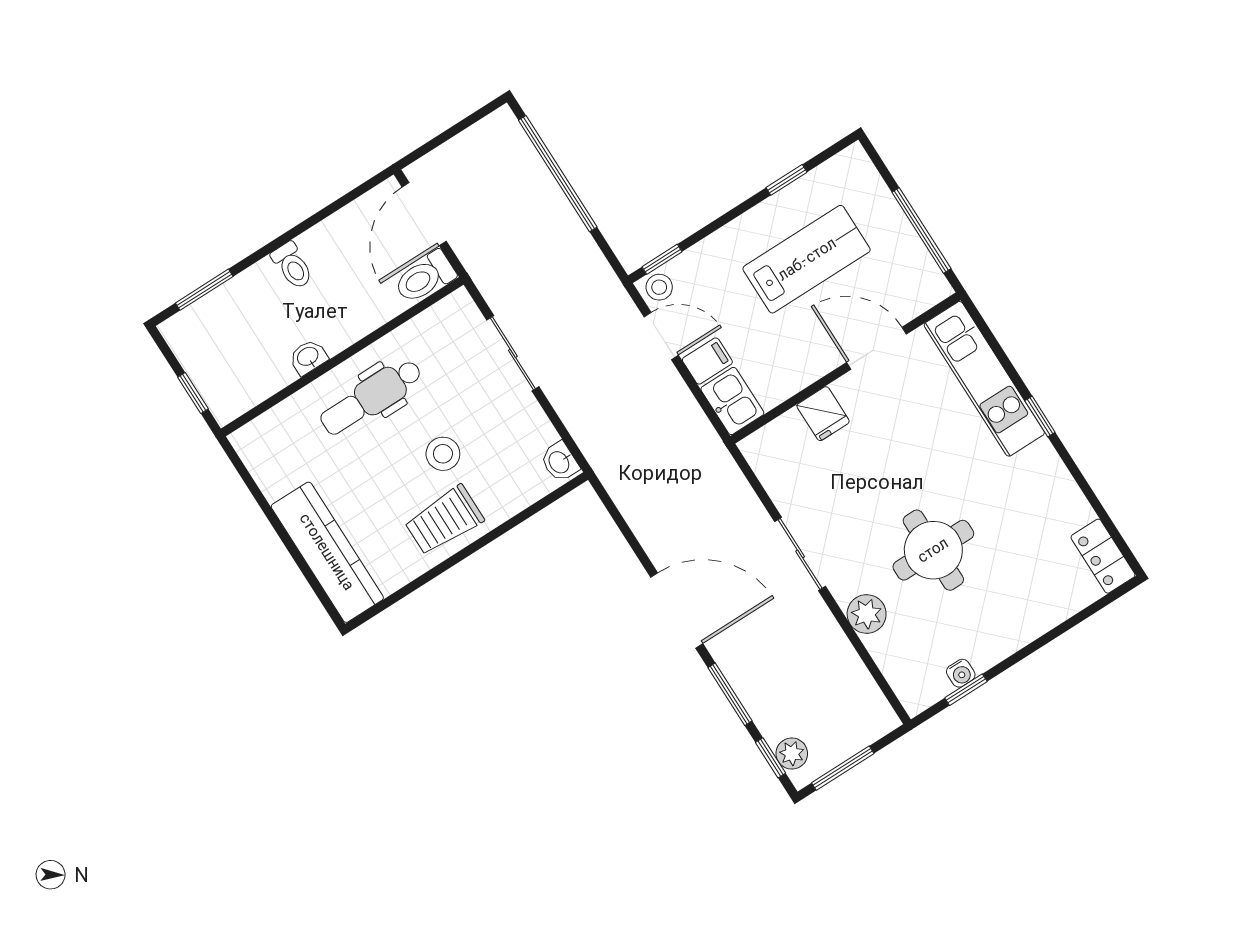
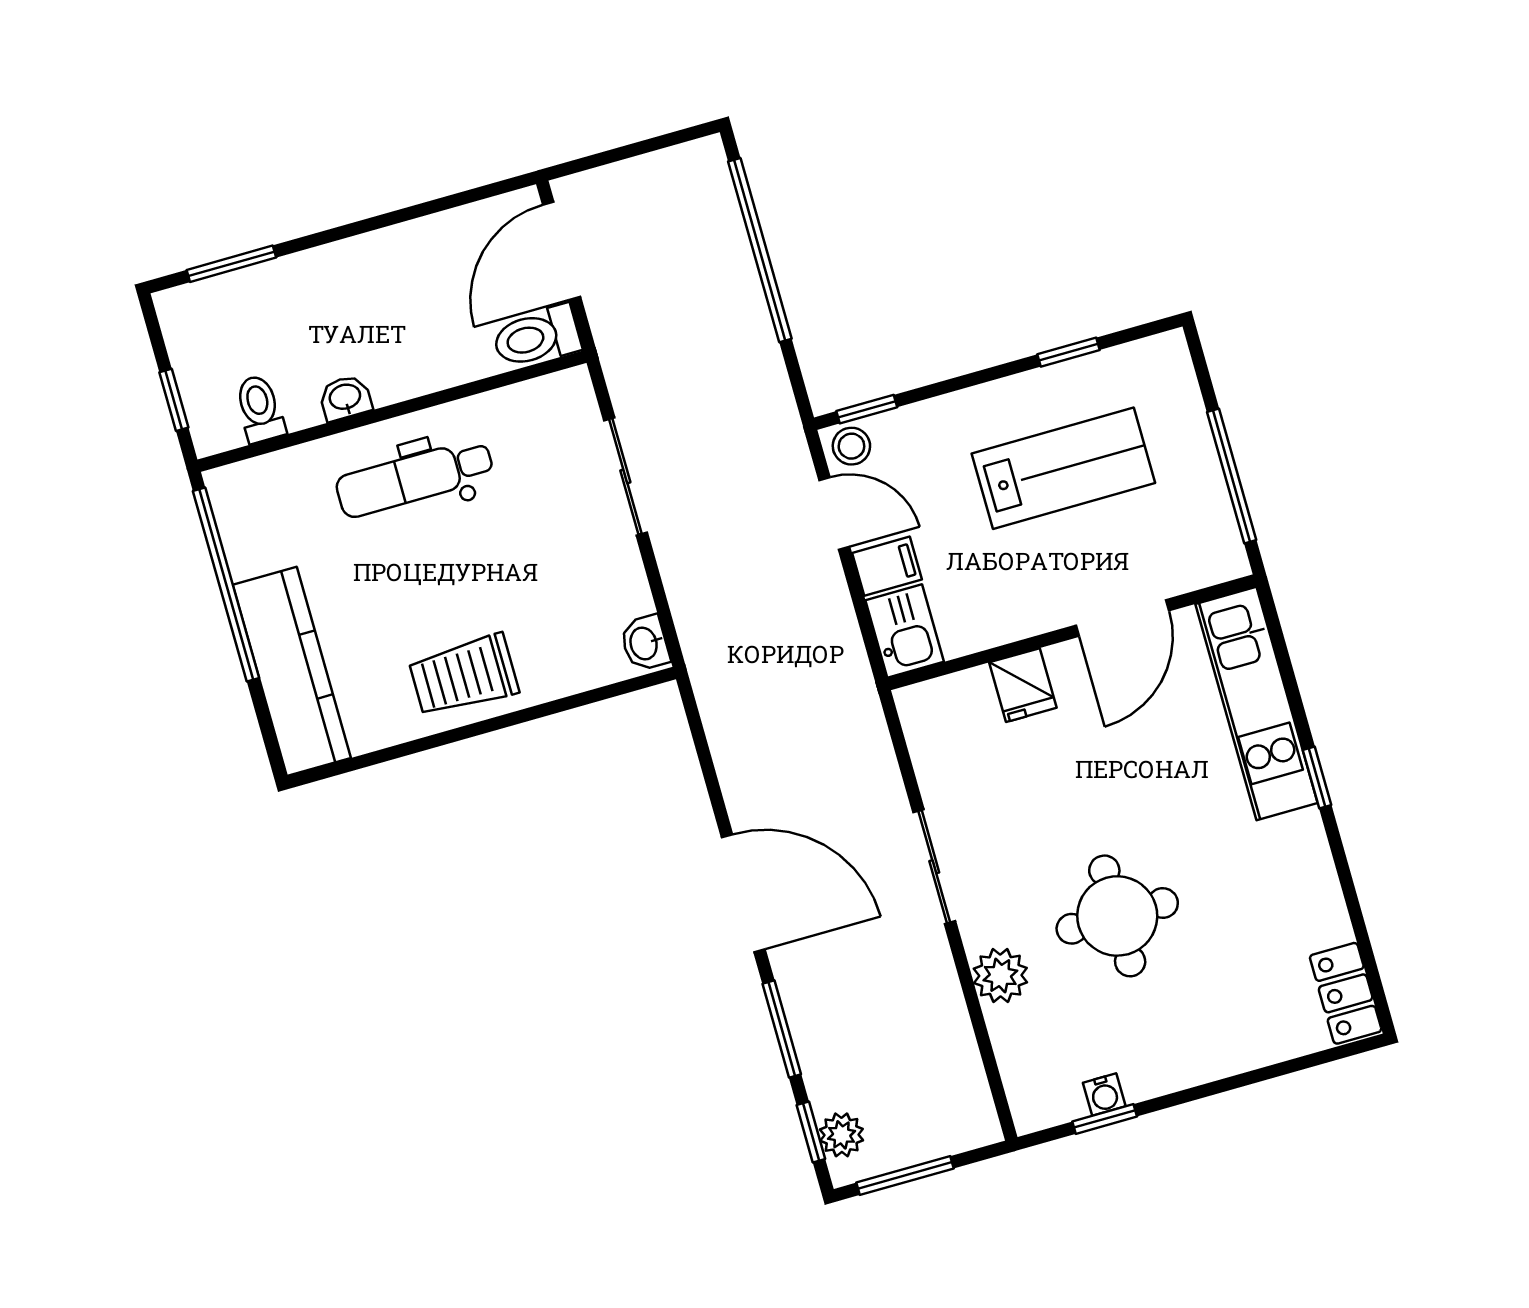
toilet: (292, 266) -> (260, 409), moved, turned 180
door: (877, 348) -> (1122, 618), swing flipped
stool: (443, 454) -> (489, 585), removed
window: (266, 507) -> (226, 584), added

